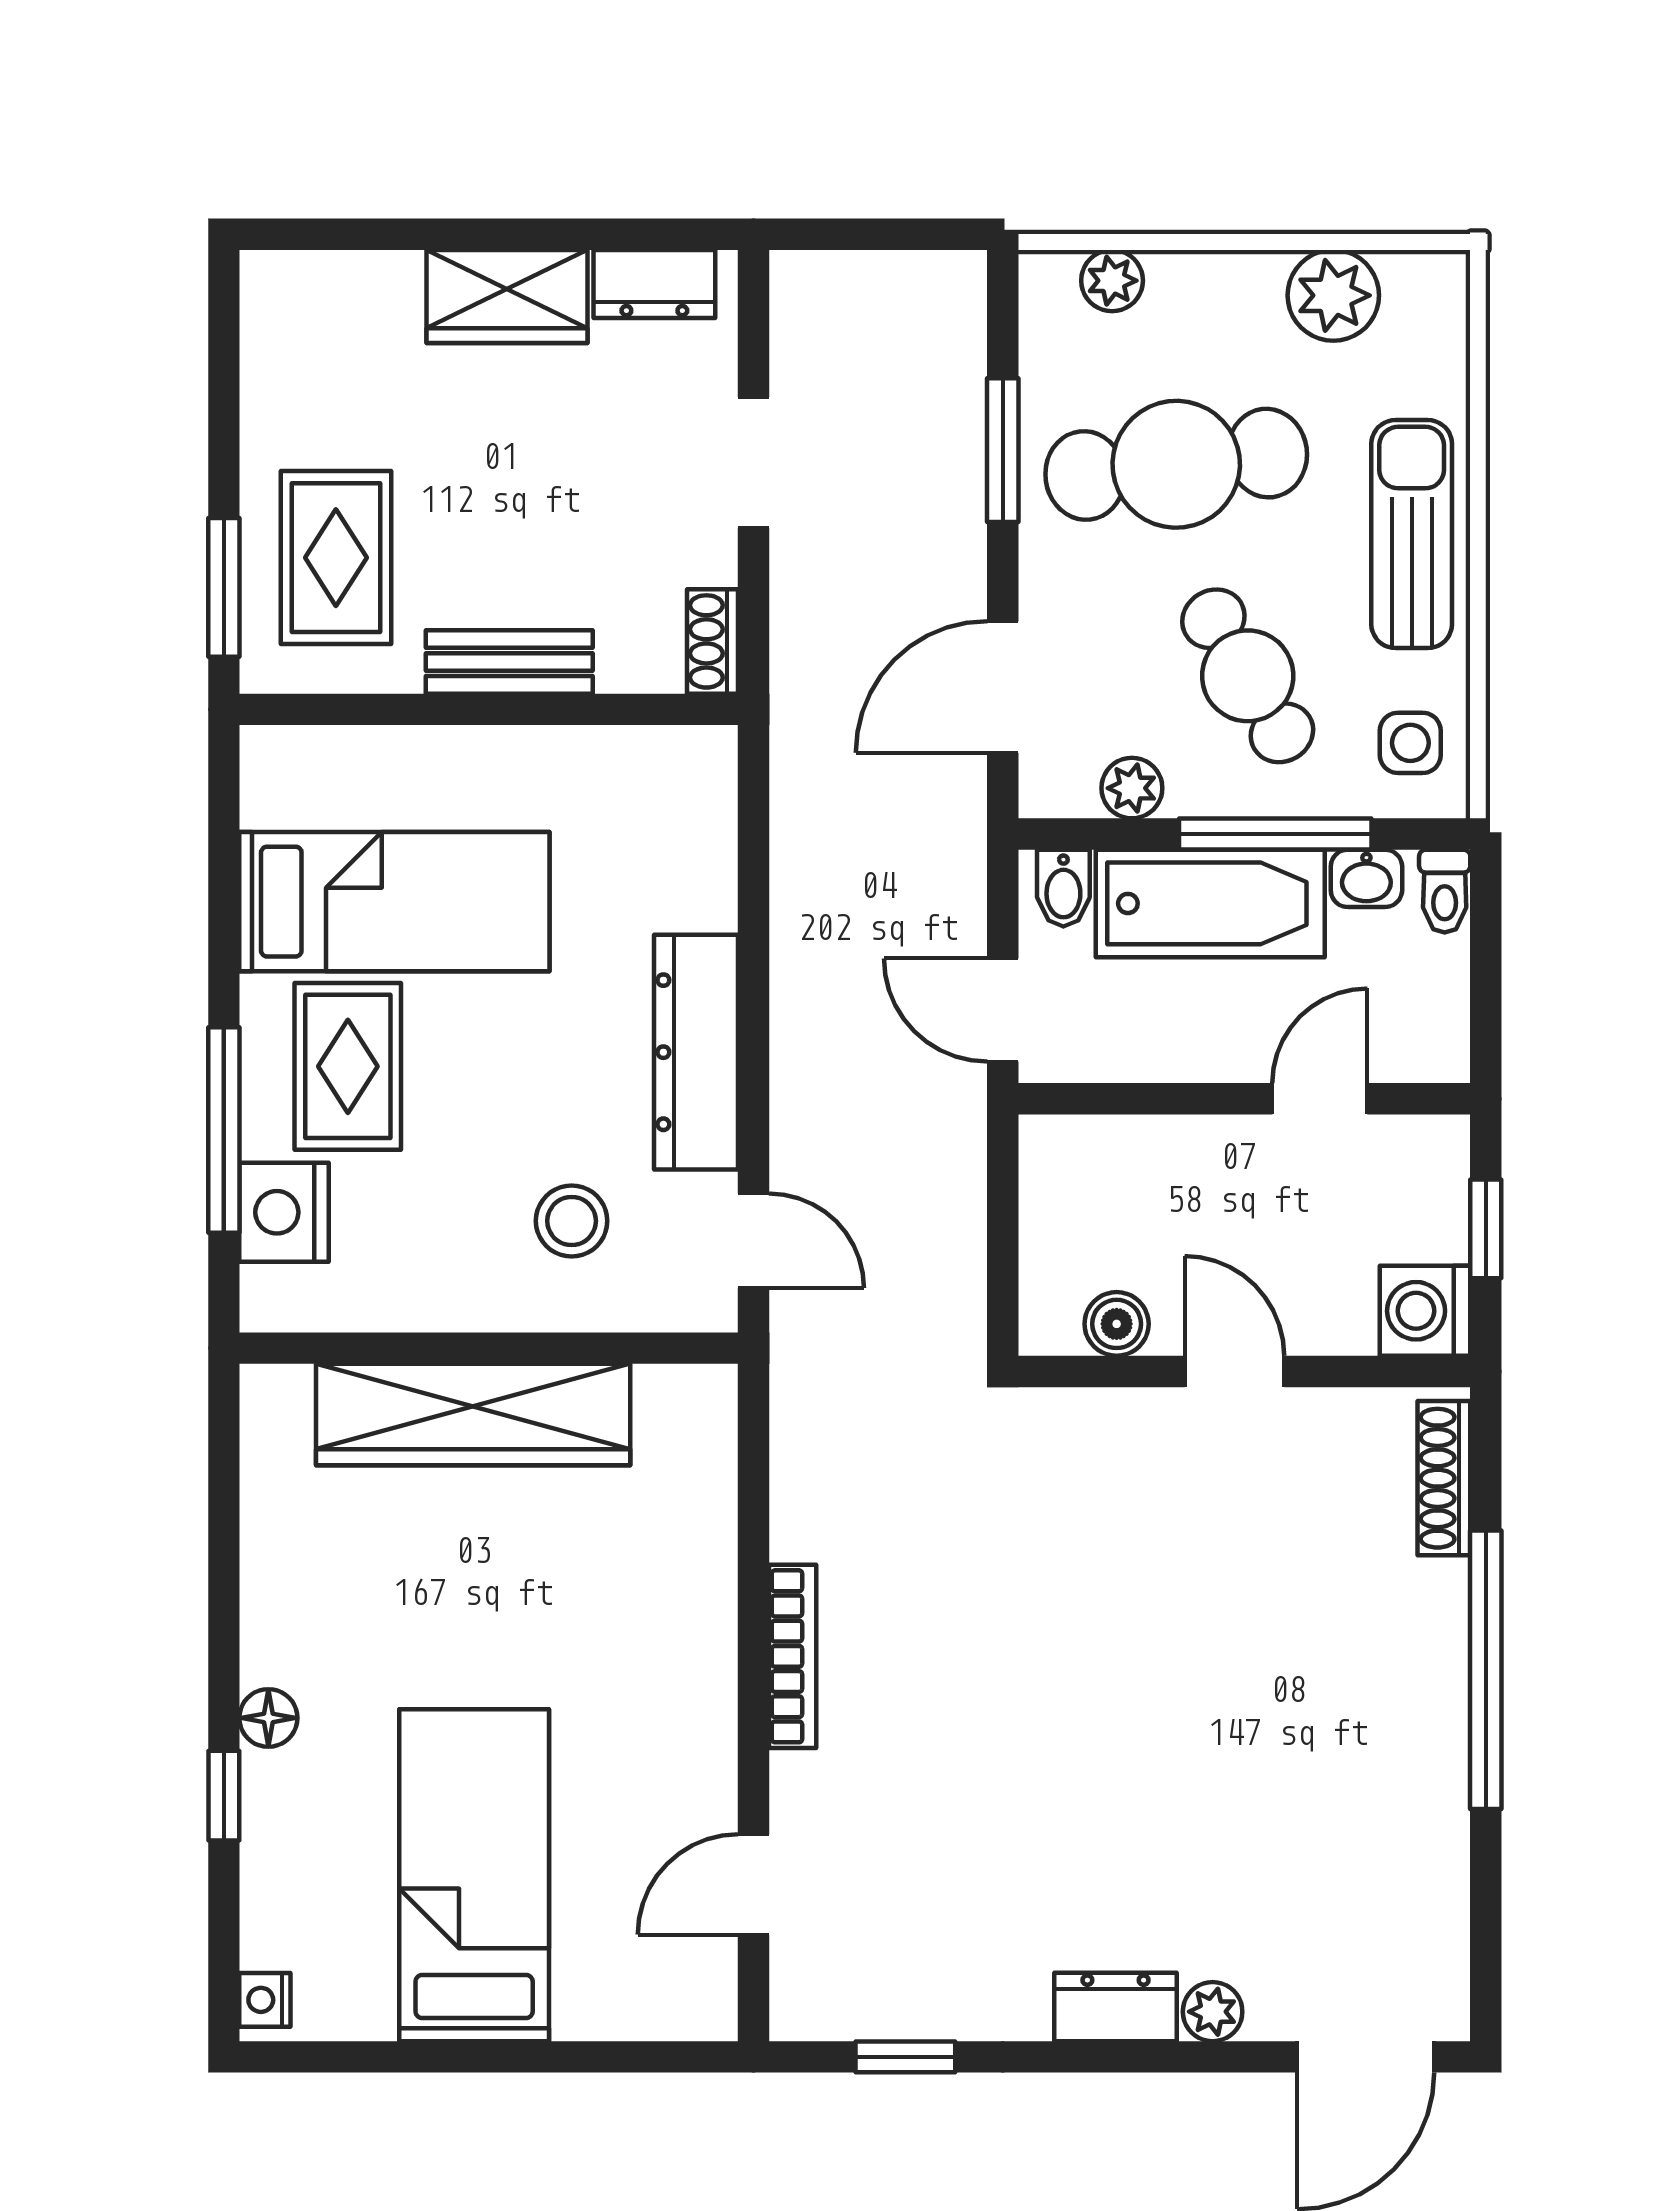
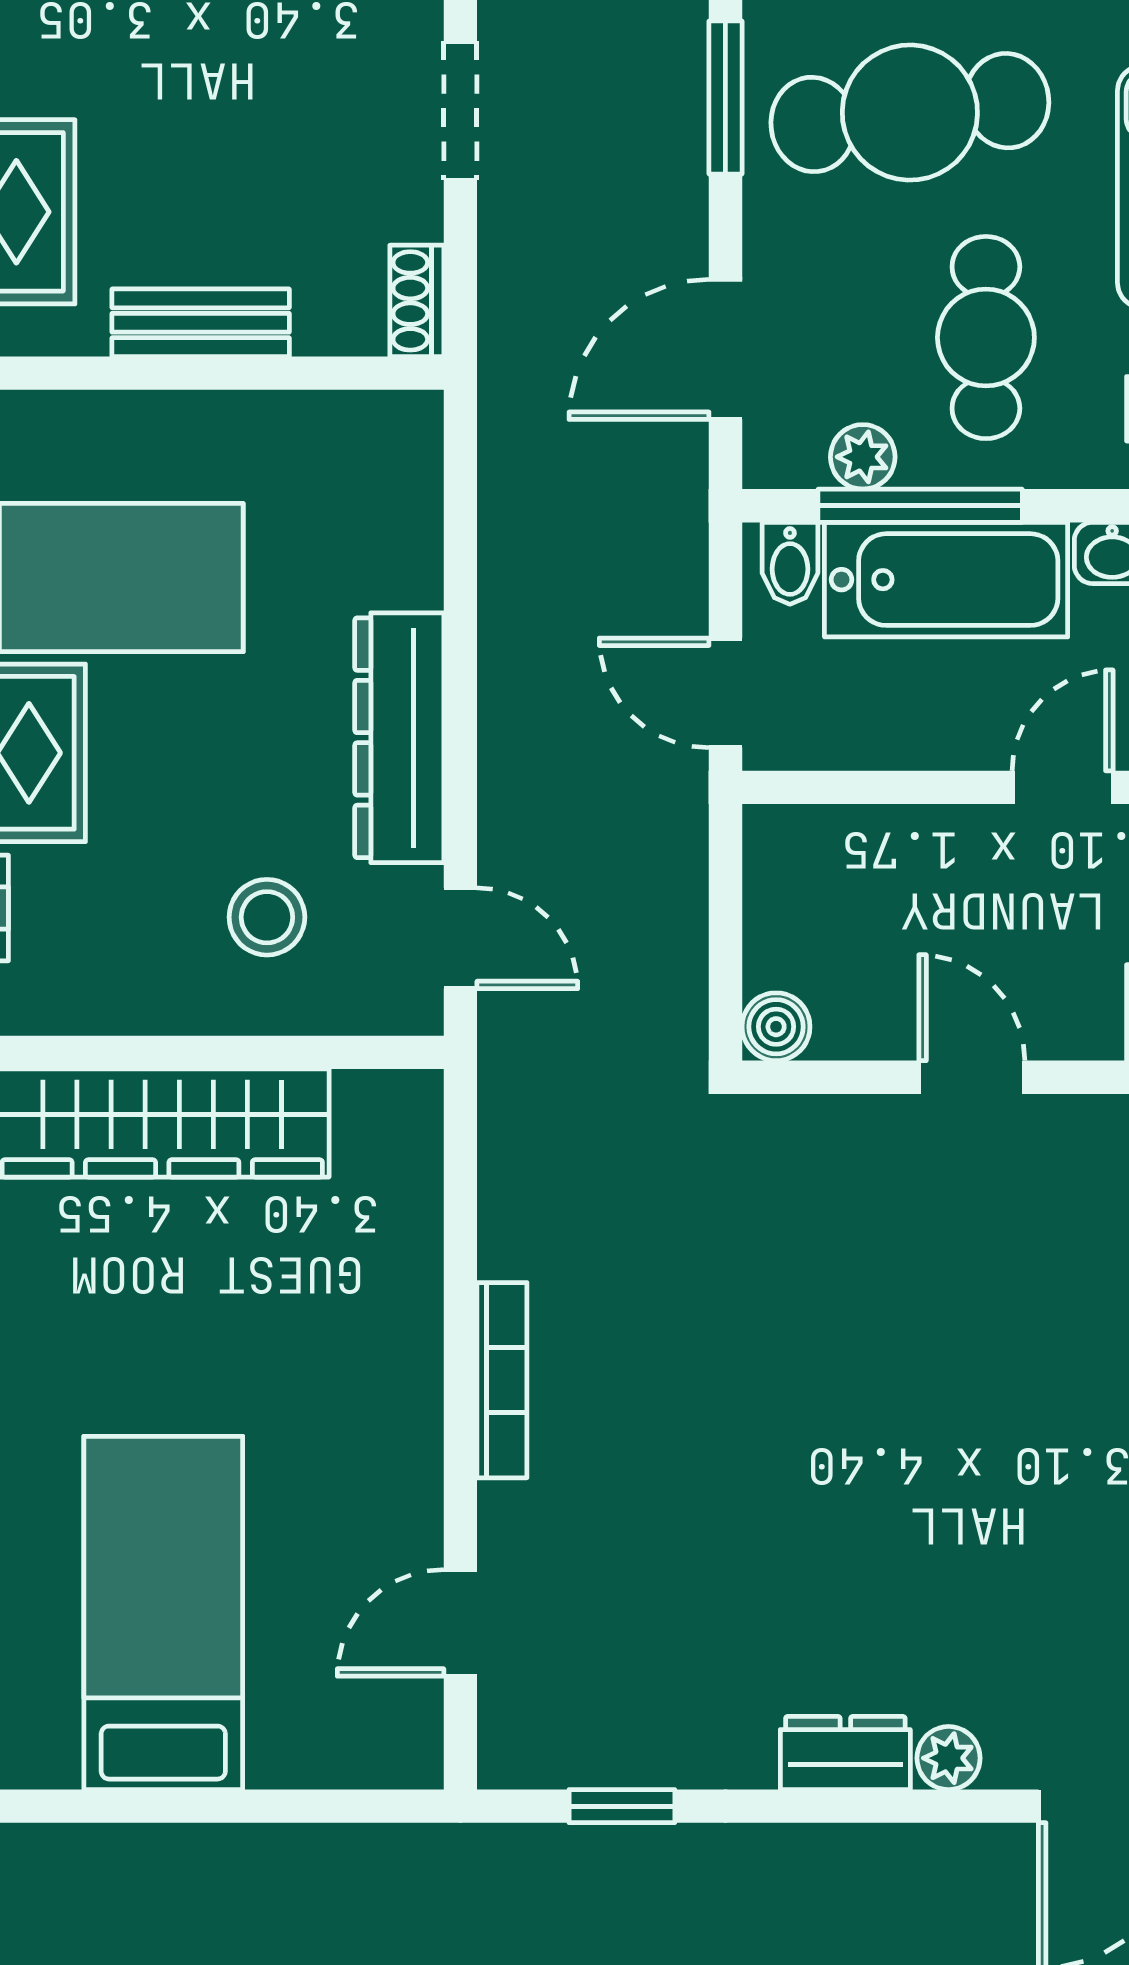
cafe table: (1248, 676) -> (986, 338), turned 31
window: (1275, 834) -> (920, 506), moved
boiler: (1117, 1324) -> (776, 1027), moved

